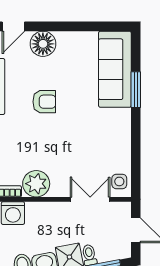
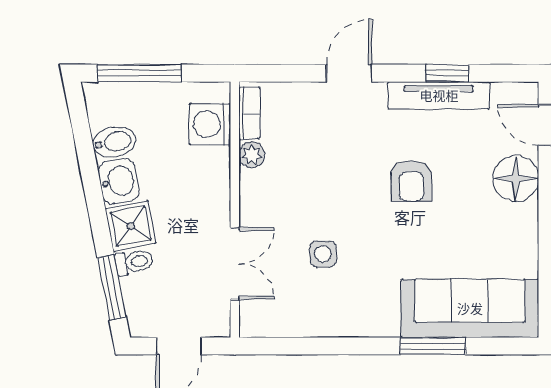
side table: (119, 181) -> (323, 254), moved
plant: (36, 184) -> (252, 155), width x0.53, depth x0.53

